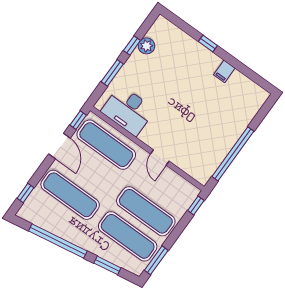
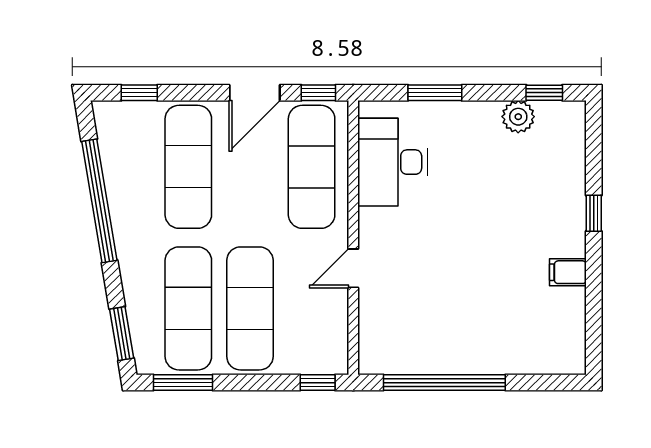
window: (132, 45) -> (544, 93), moved
window: (107, 265) -> (122, 334), moved

